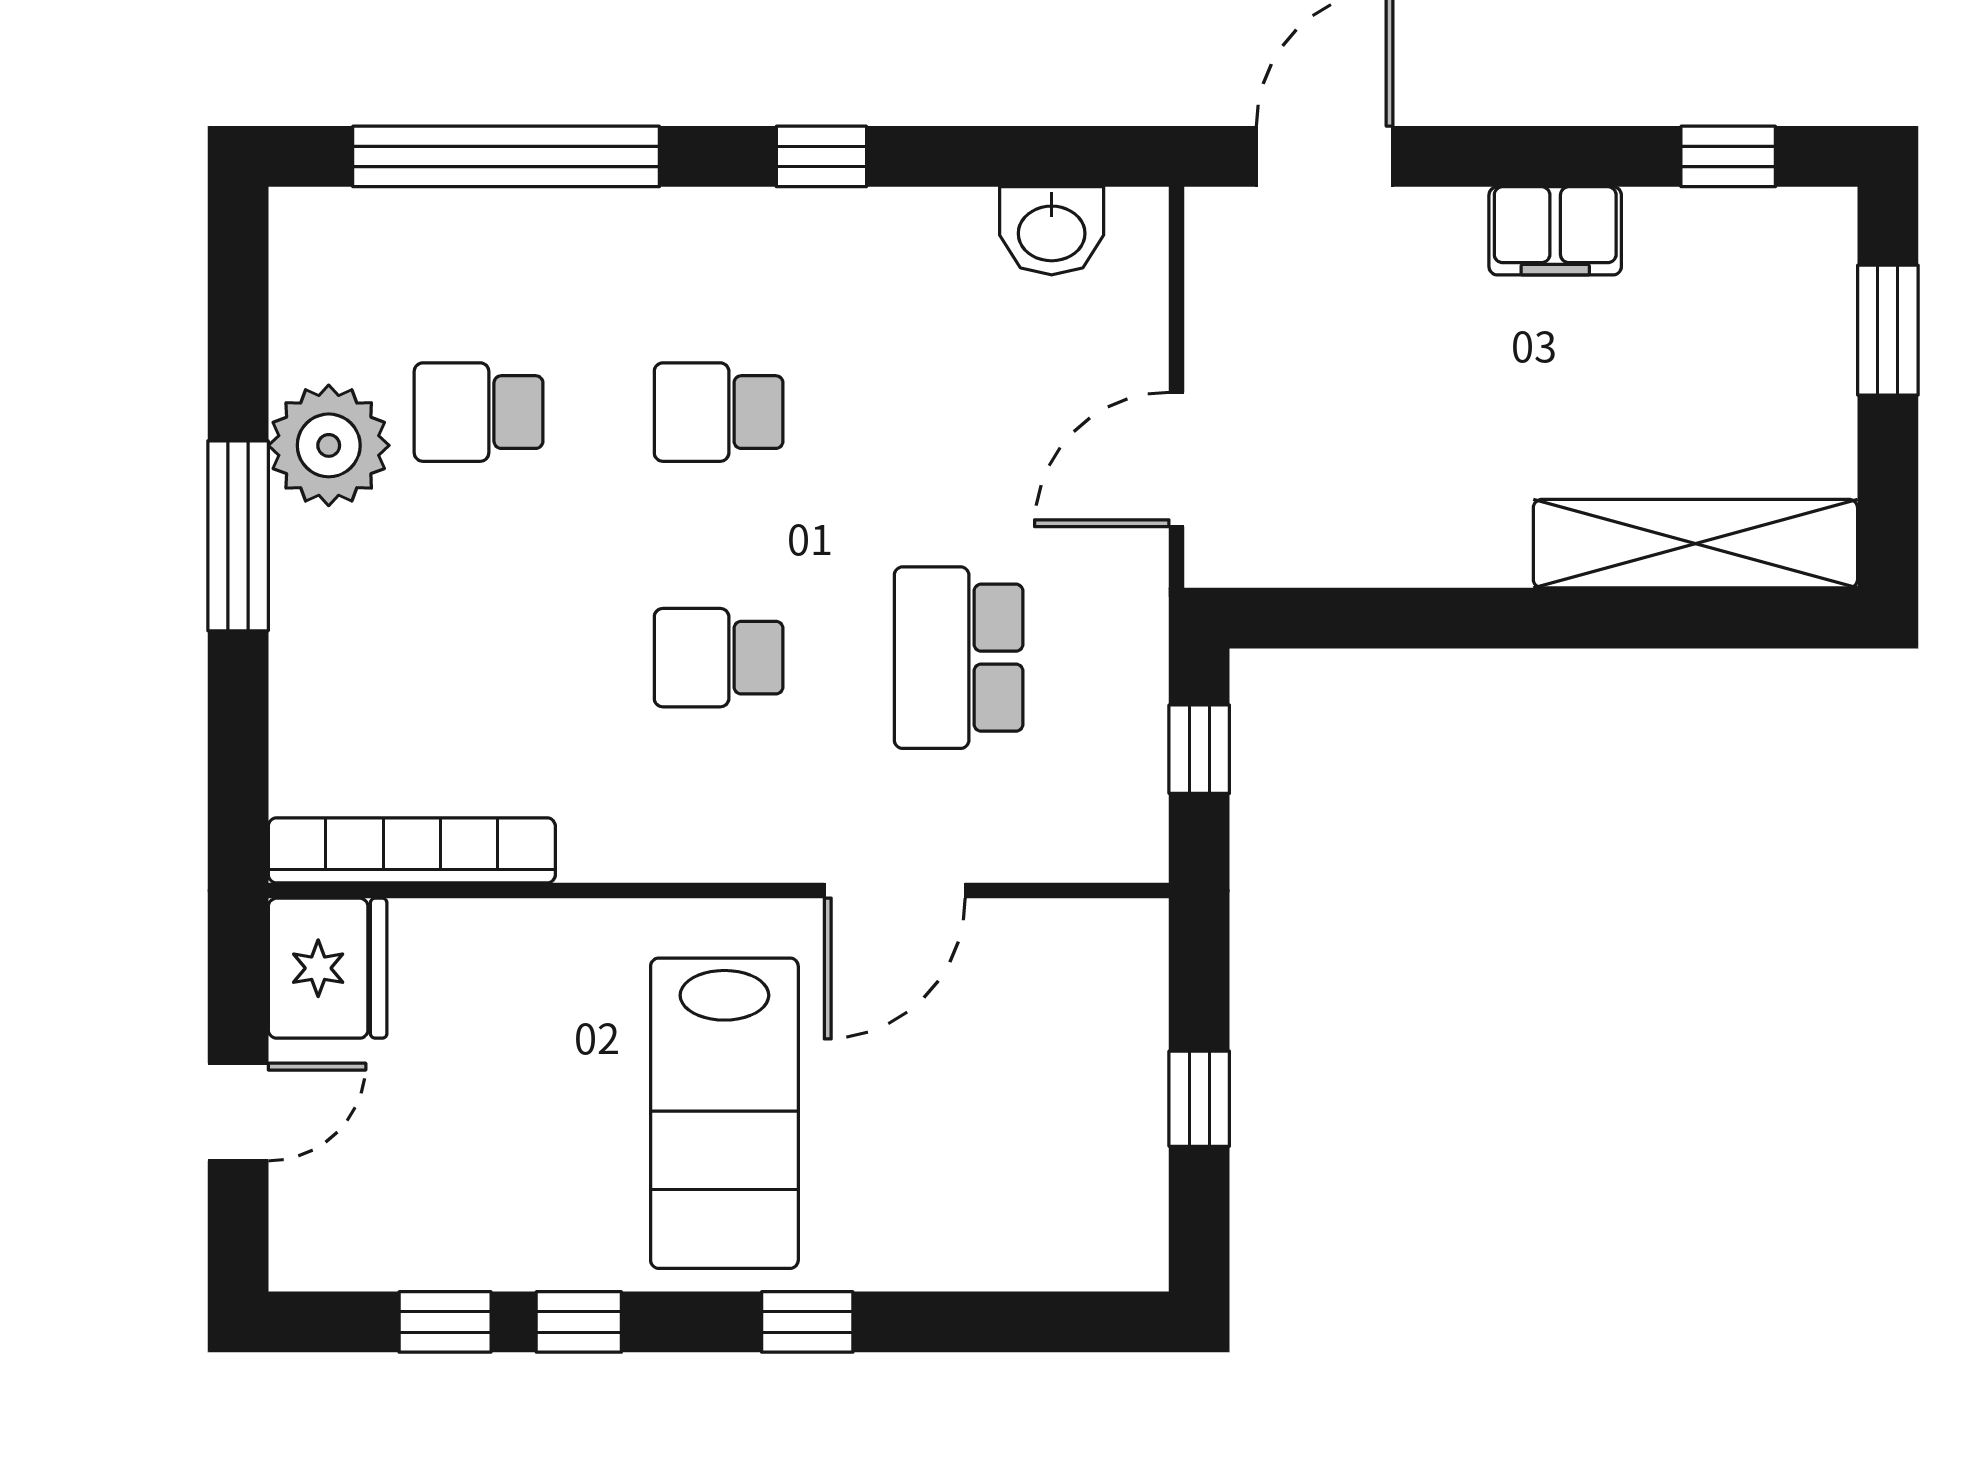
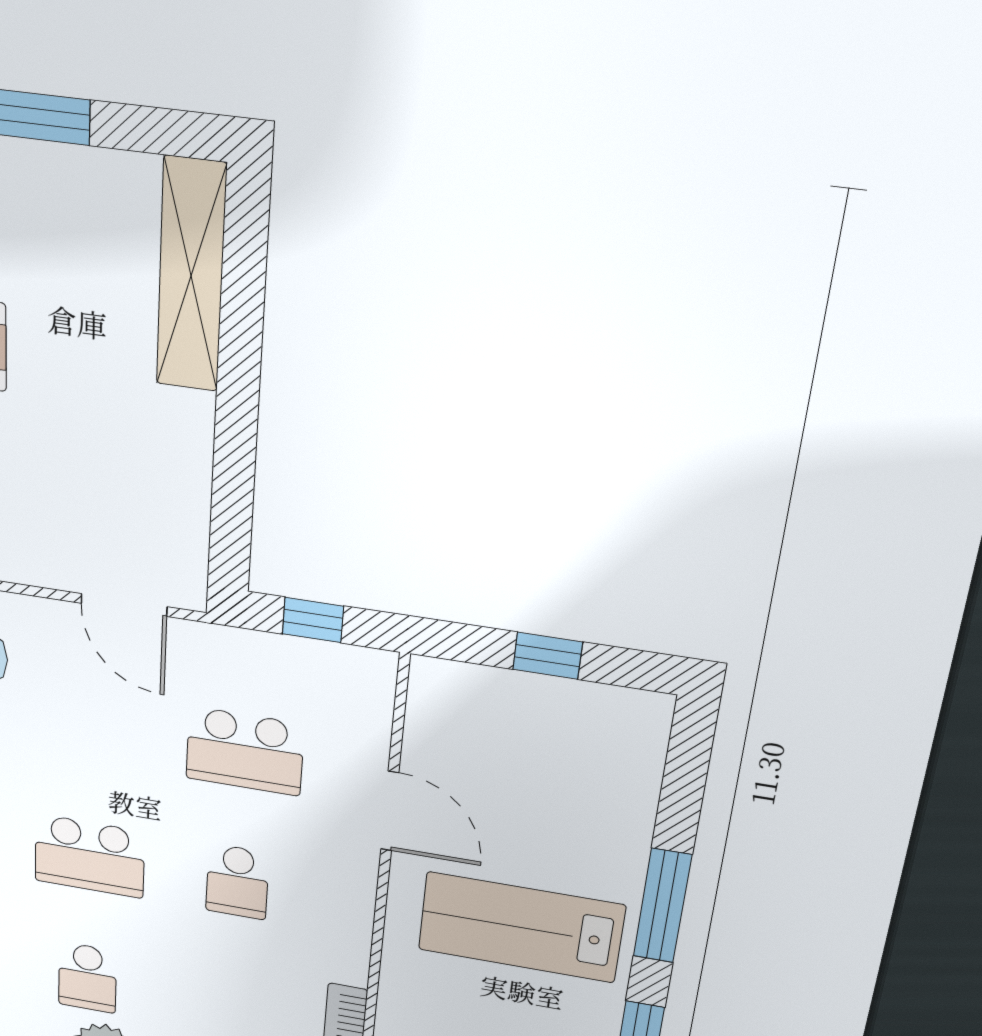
school desk: (719, 412) -> (89, 856), width x1.85
lab bench: (724, 1113) -> (521, 927), turned 180
window: (807, 1322) -> (662, 906), width x2.17

